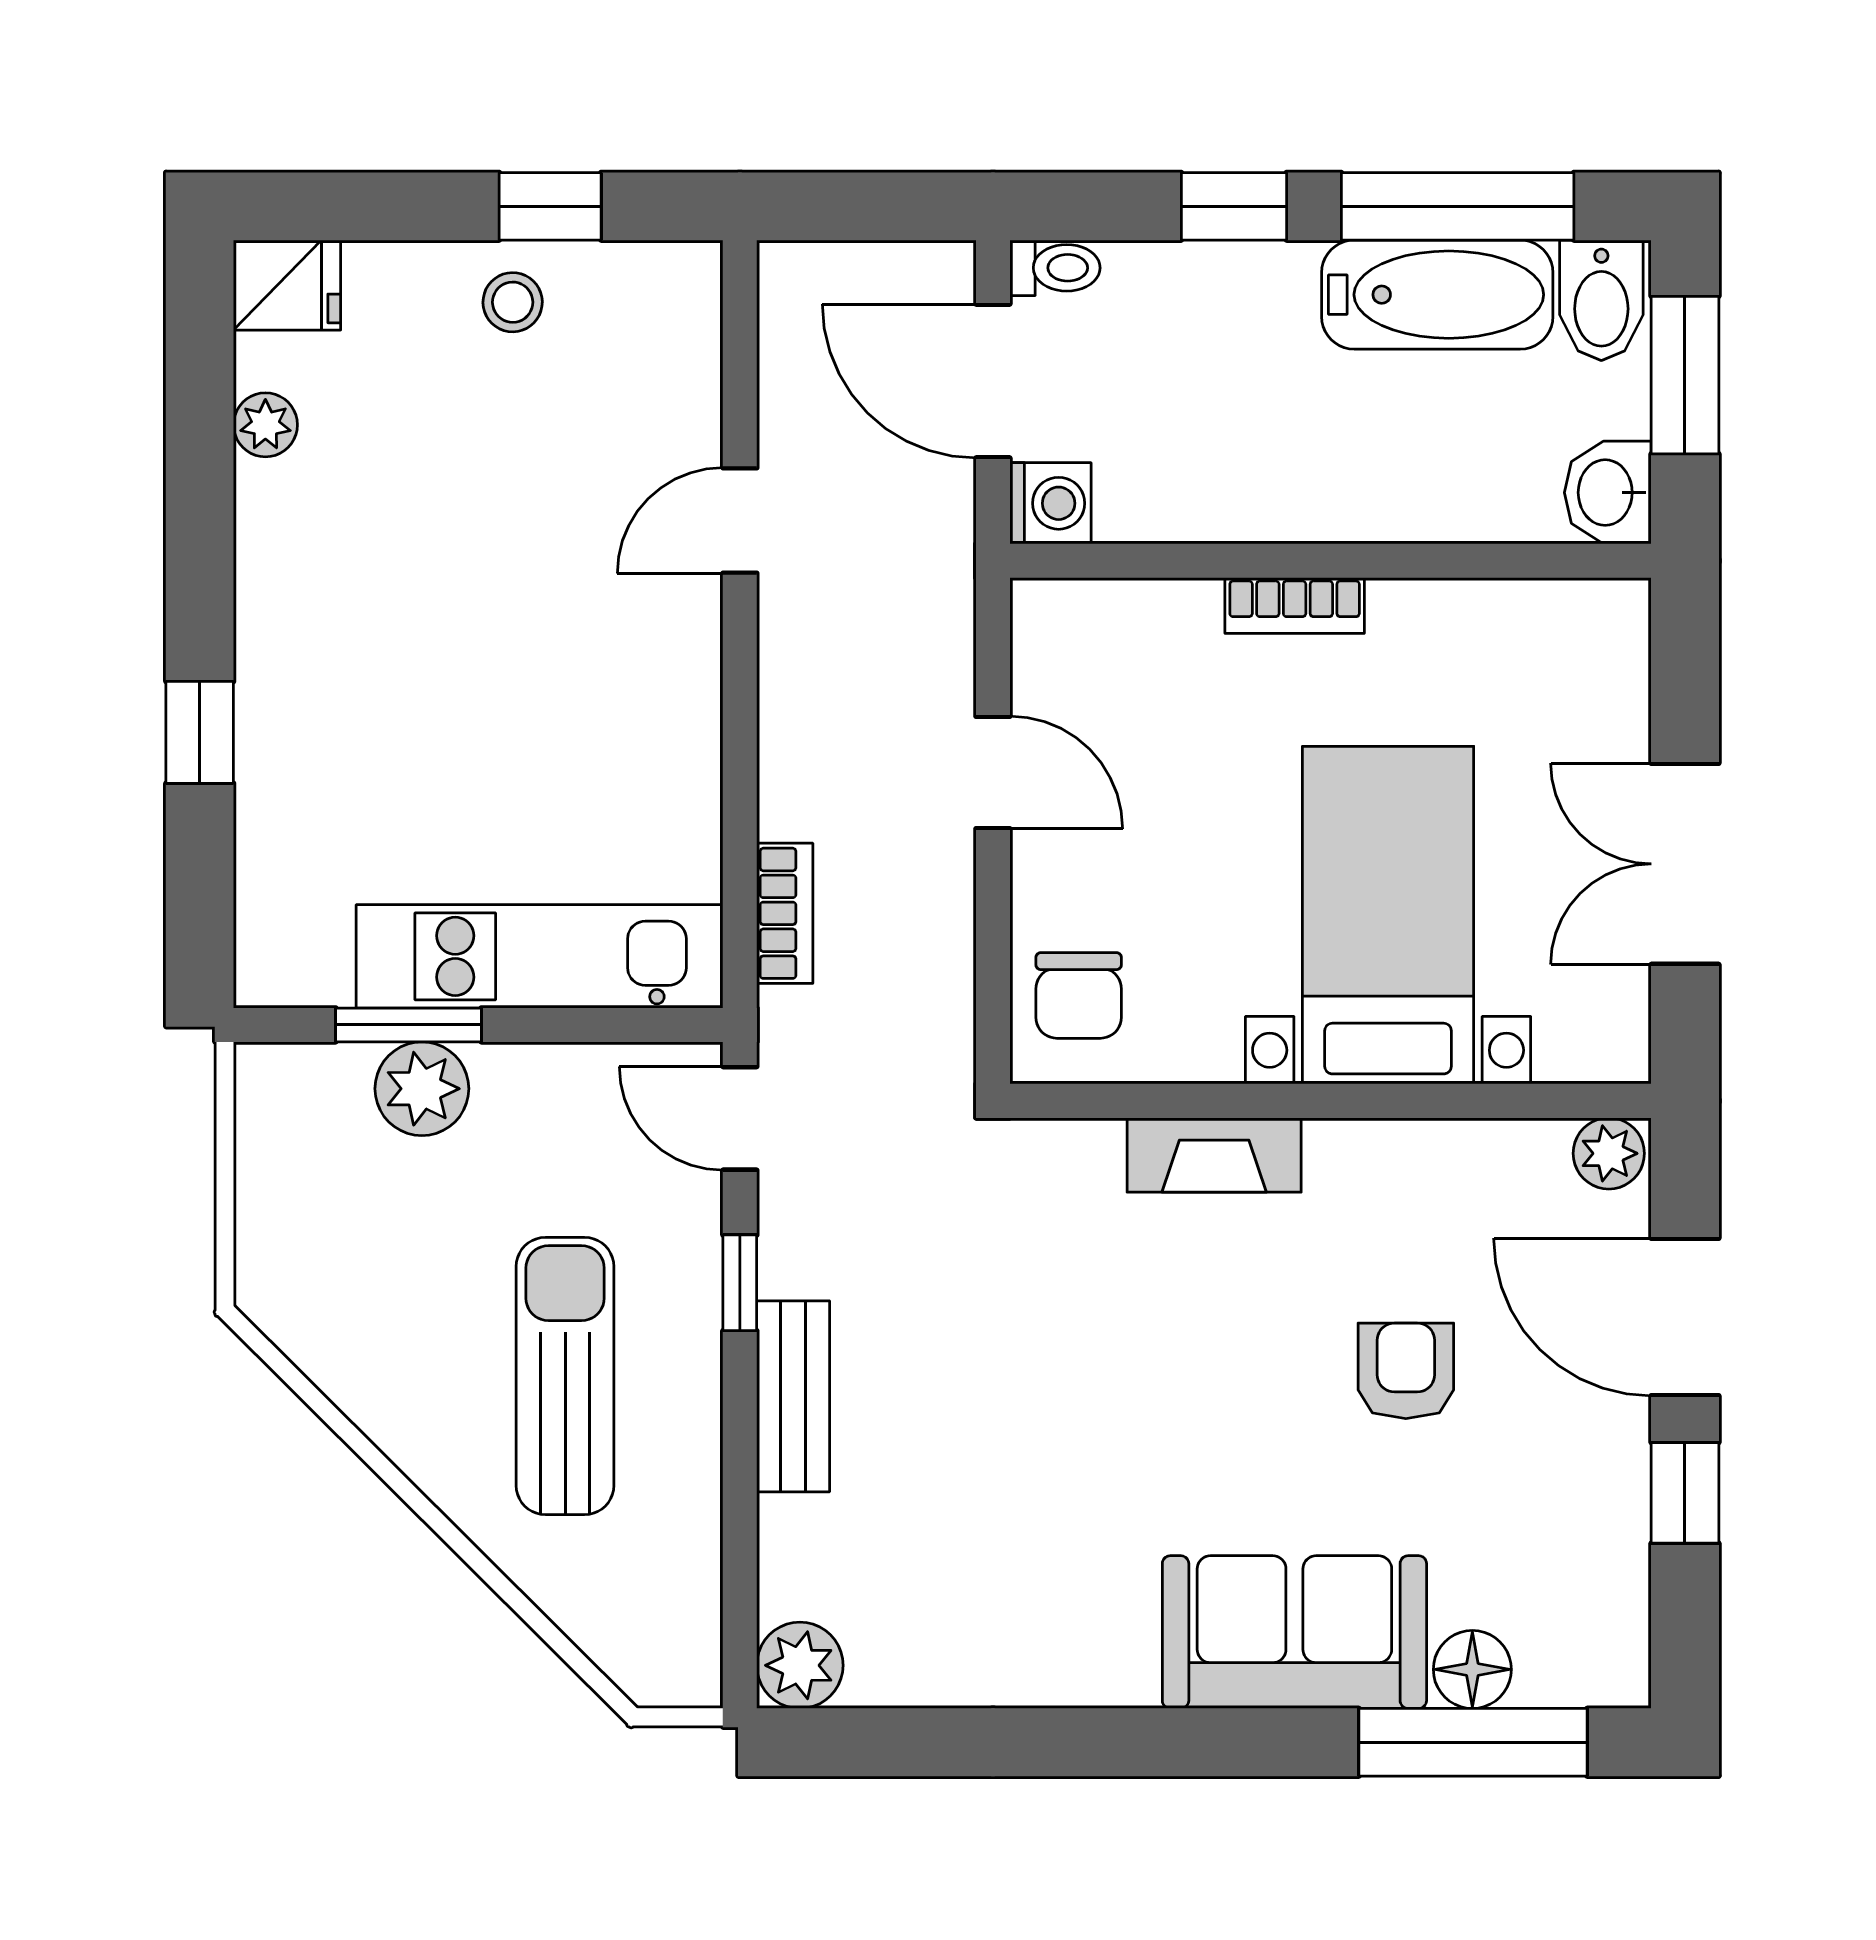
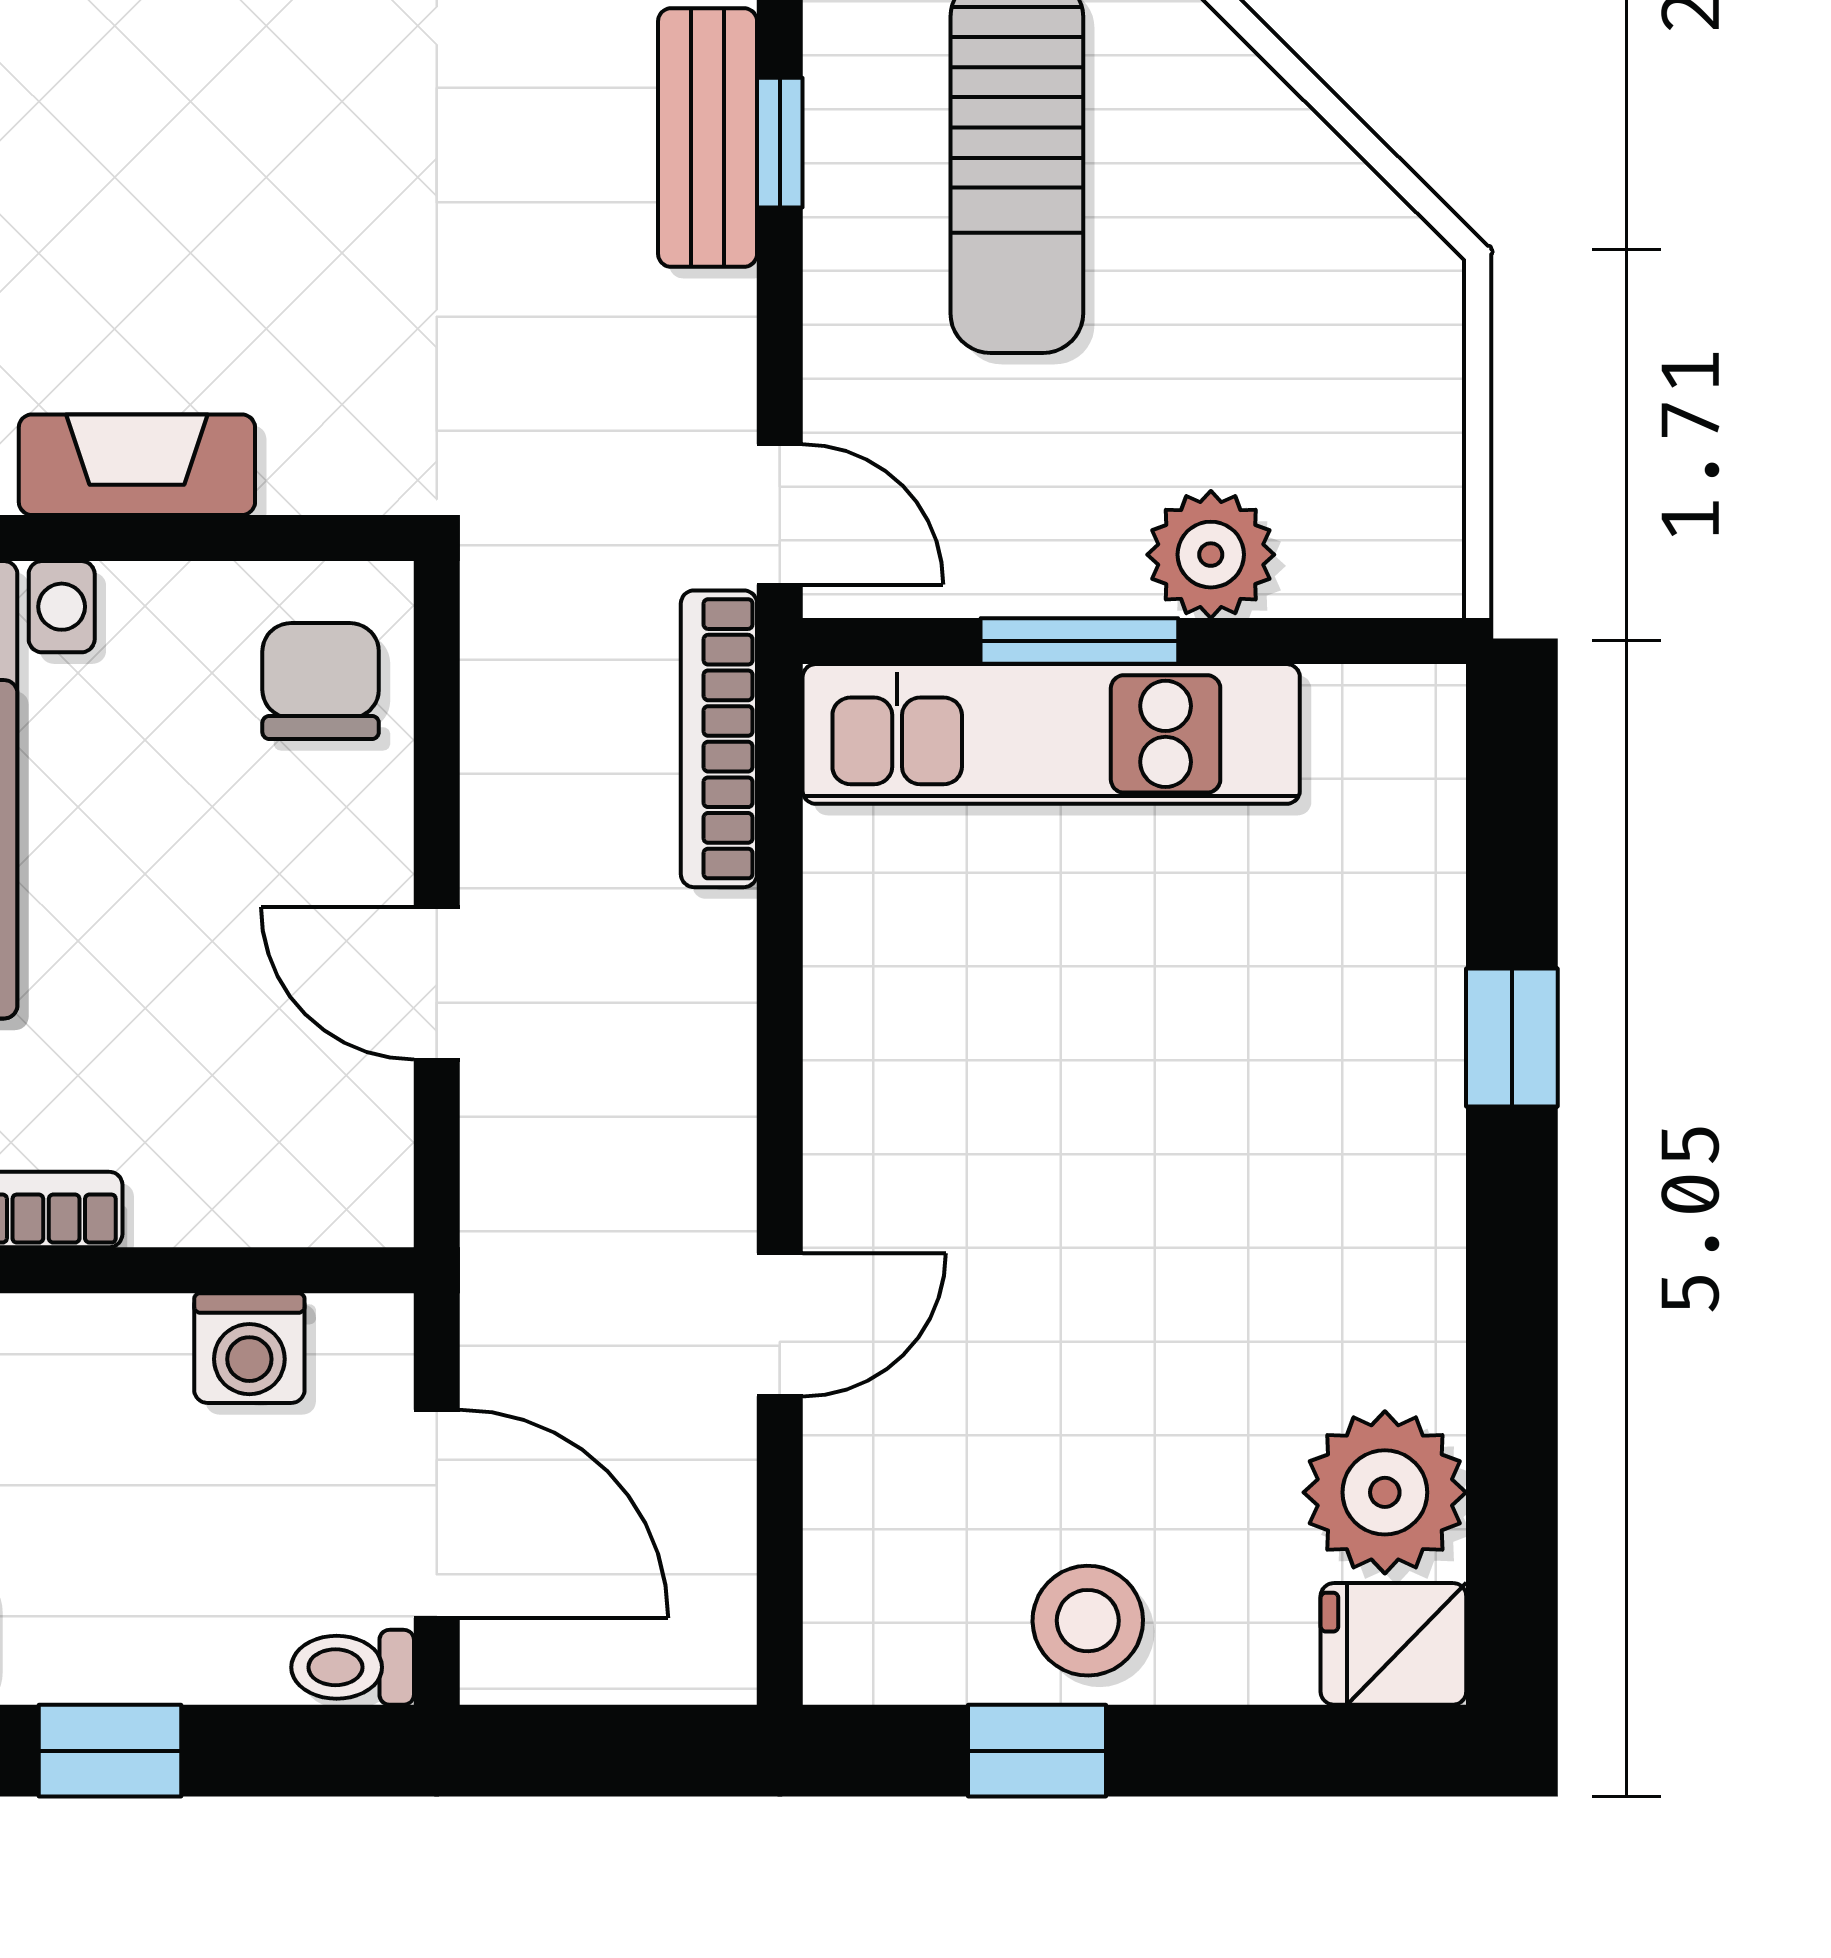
stool: (513, 302) -> (1088, 1621), width x1.37, depth x1.37
plant: (265, 425) -> (1385, 1492), width x1.87, depth x1.87
washing machine: (1050, 503) -> (249, 1348), moved, turned -90
bookcase: (785, 913) -> (719, 739), width x1.56
window: (408, 1025) -> (1079, 641), moved
window: (740, 1283) -> (780, 143), moved

